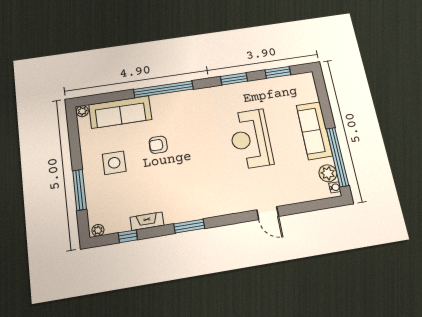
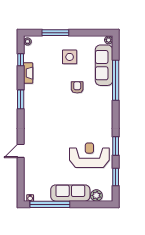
window: (163, 89) -> (116, 80), moved
reception desk: (250, 139) -> (89, 155), moved
plant: (328, 173) -> (96, 195), moved

